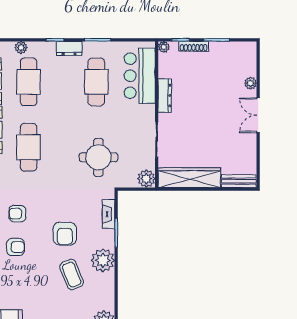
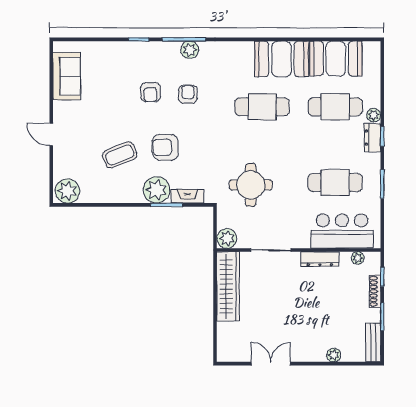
plant: (21, 47) -> (374, 115), moved
plant: (164, 47) -> (358, 258), moved
dresser: (69, 48) -> (373, 138), moved
double door: (258, 115) -> (271, 364), moved
bench: (239, 181) -> (373, 342), moved
plant: (103, 260) -> (156, 190), moved

